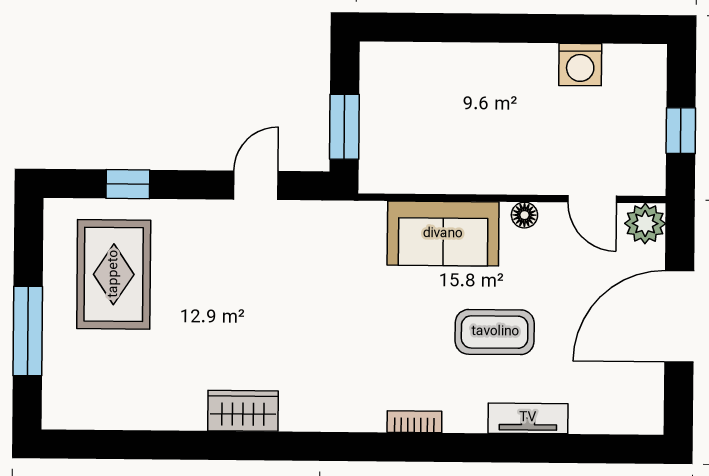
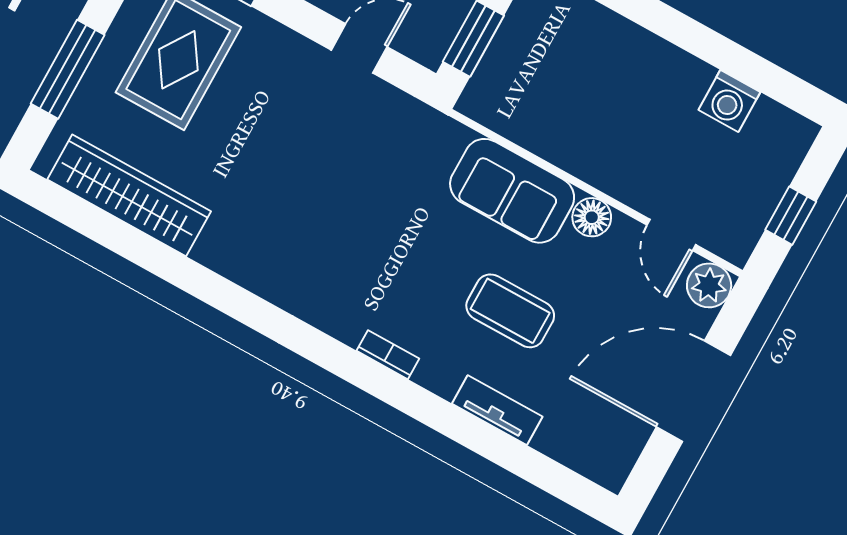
floor lamp: (524, 215) -> (592, 217), width x1.37, depth x1.37
wardrobe: (243, 411) -> (129, 195), moved, width x2.10, depth x1.17

